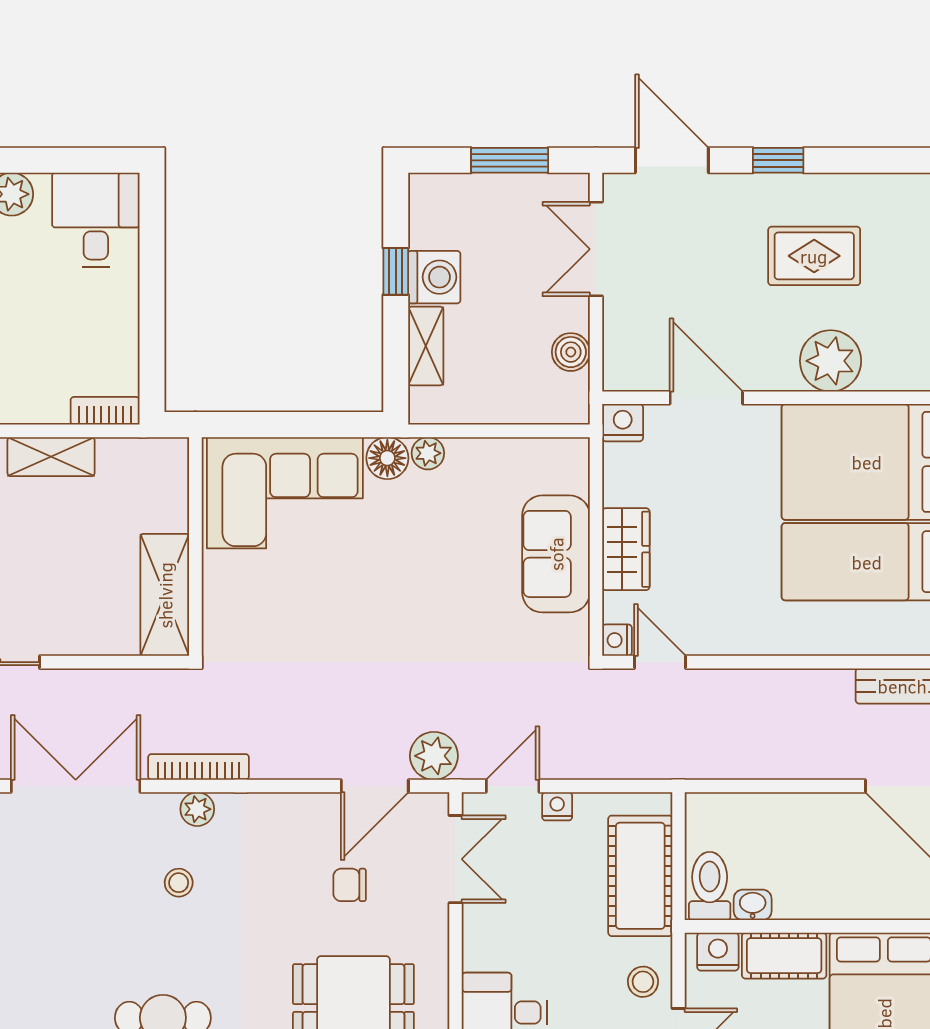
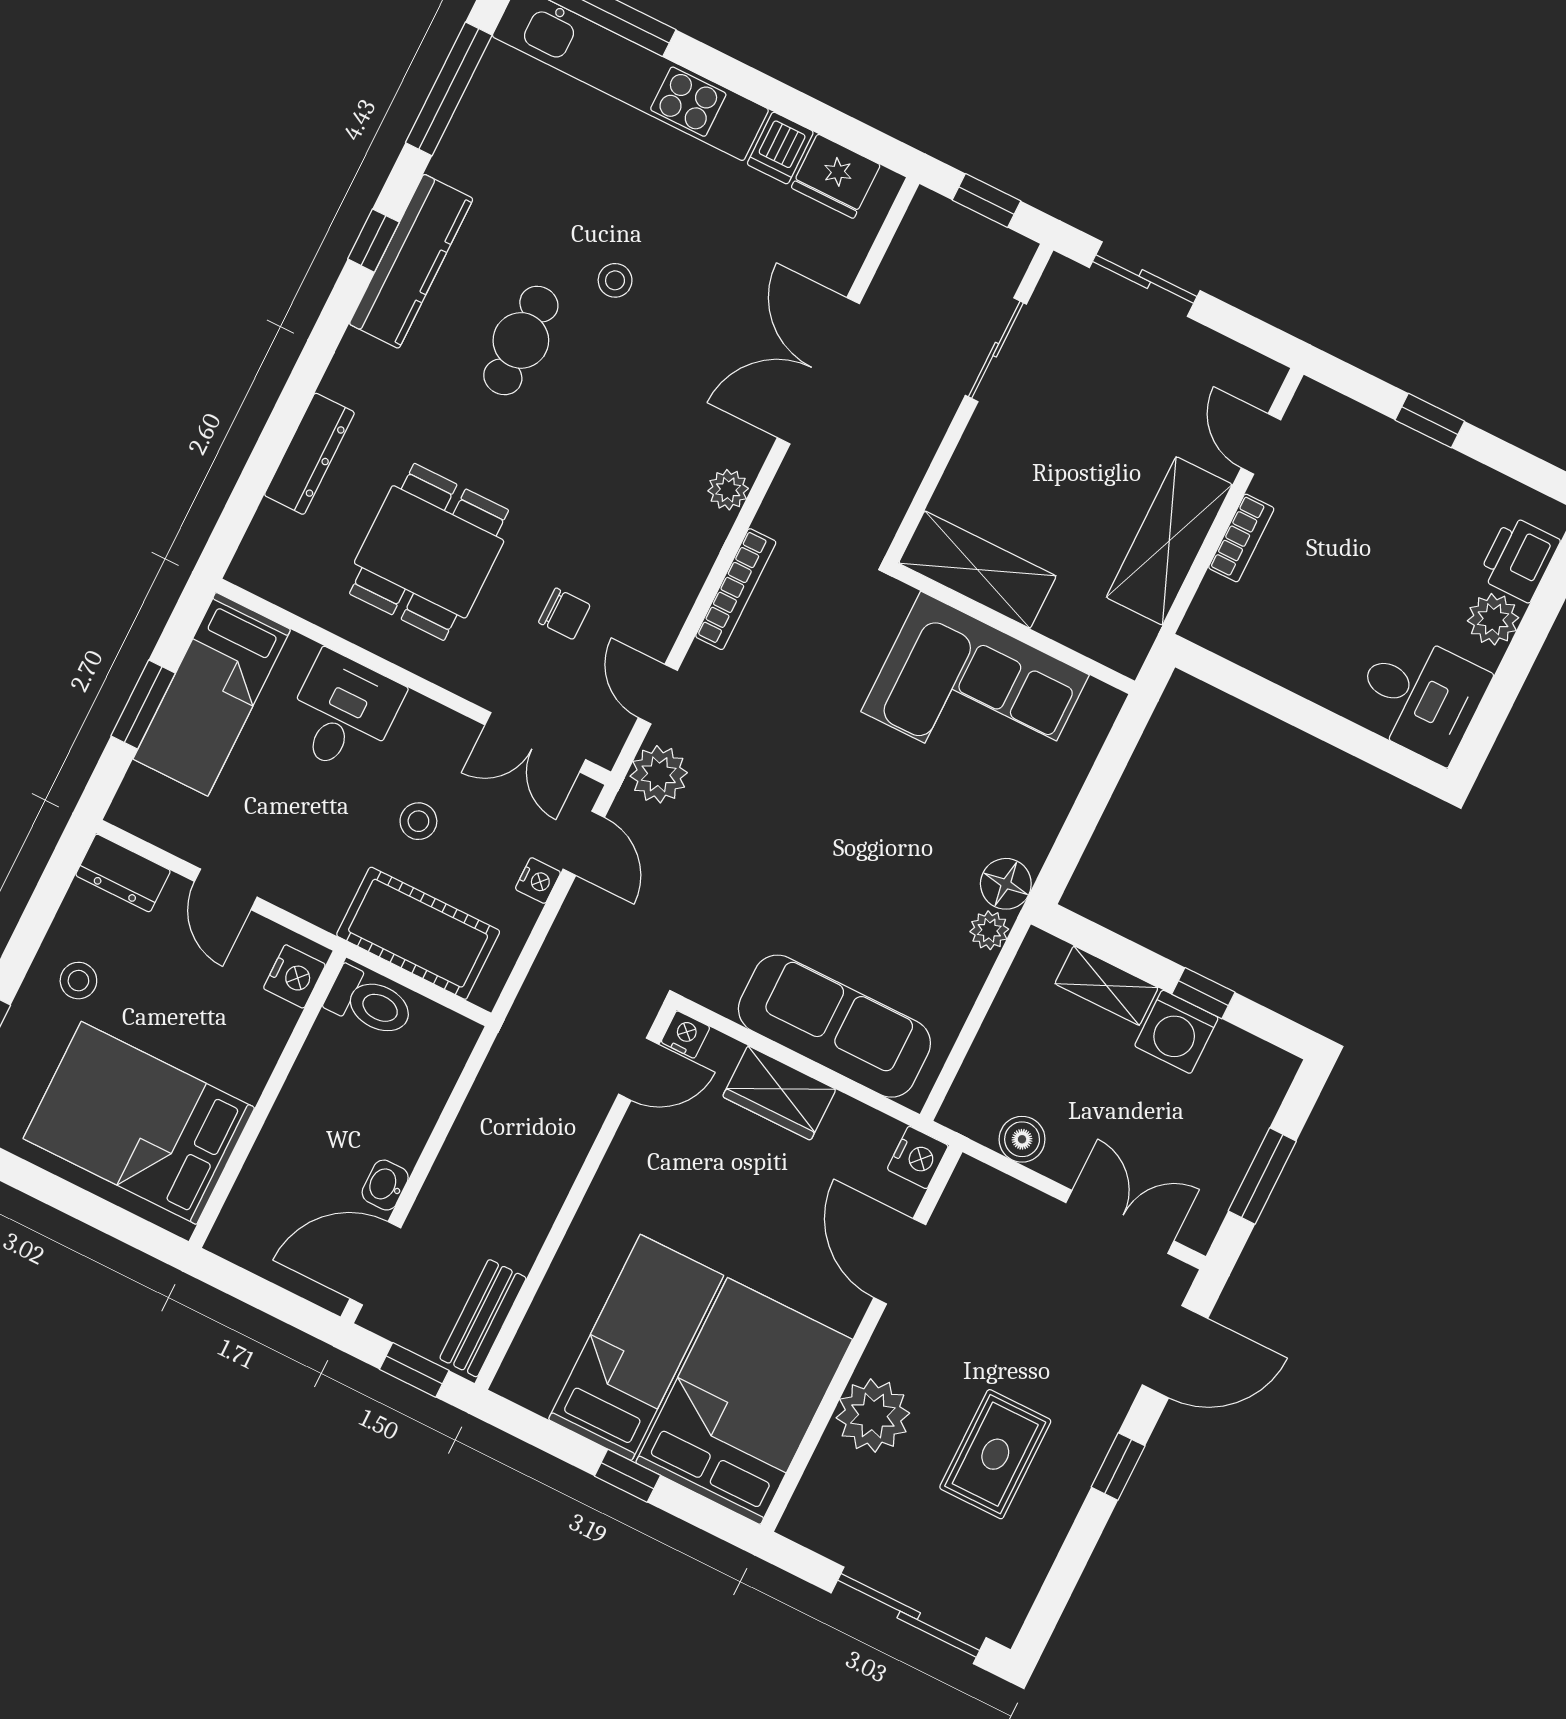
door: (706, 398) -> (900, 1261), swing flipped
bookcase: (105, 411) -> (1241, 538), moved
shelving: (51, 457) -> (1169, 541), width x1.50, depth x1.33
corner sofa: (285, 493) -> (975, 693), moved, turned -90
sofa: (556, 554) -> (834, 1026), width x1.36
bookcase: (198, 767) -> (736, 589), moved
double door: (76, 786) -> (818, 371), swing flipped
door: (375, 786) -> (658, 694), width x0.73
stool: (179, 883) -> (615, 280), moved
chair: (350, 885) -> (564, 614), turned 90
washbasin: (753, 905) -> (385, 1185), moved, turned 180
cot: (784, 956) -> (255, 1046), removed
stool: (643, 982) -> (418, 821), moved

